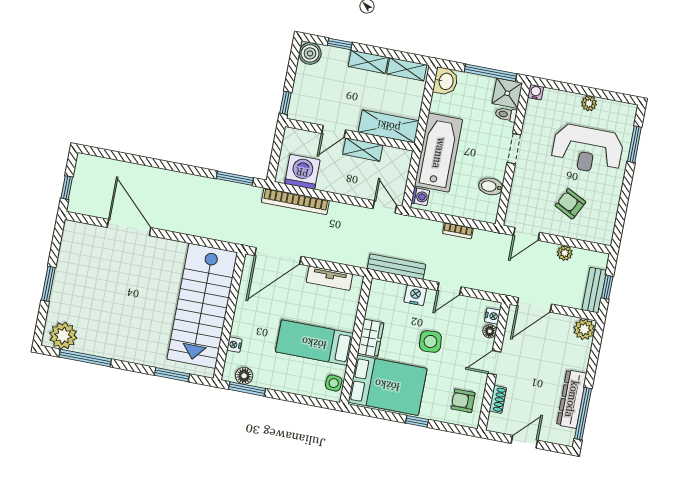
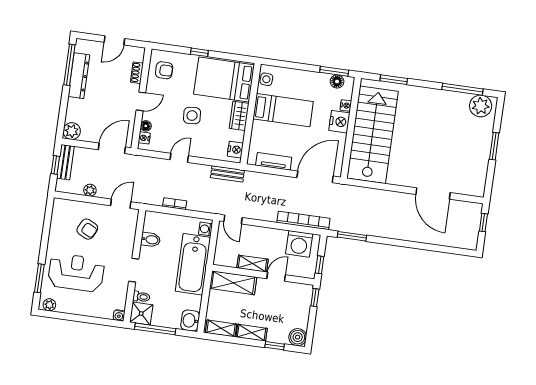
plant: (589, 103) -> (49, 305), moved
window: (278, 144) -> (320, 265), added
bench: (396, 267) -> (227, 174), width x0.73
nightstand: (415, 295) -> (235, 150), moved, turned -90
nightstand: (244, 325) -> (339, 122), added

